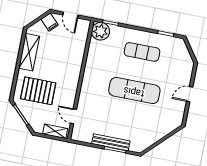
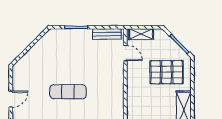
exercise mat: (134, 91) -> (68, 92), width x0.73, depth x0.69
bench: (111, 142) -> (107, 34), moved, width x0.73

